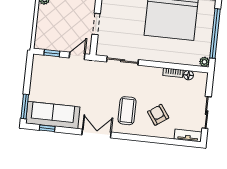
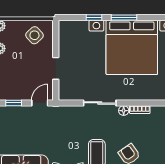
sliding door: (123, 61) -> (100, 103), moved
floor lamp: (188, 75) -> (124, 111), moved

